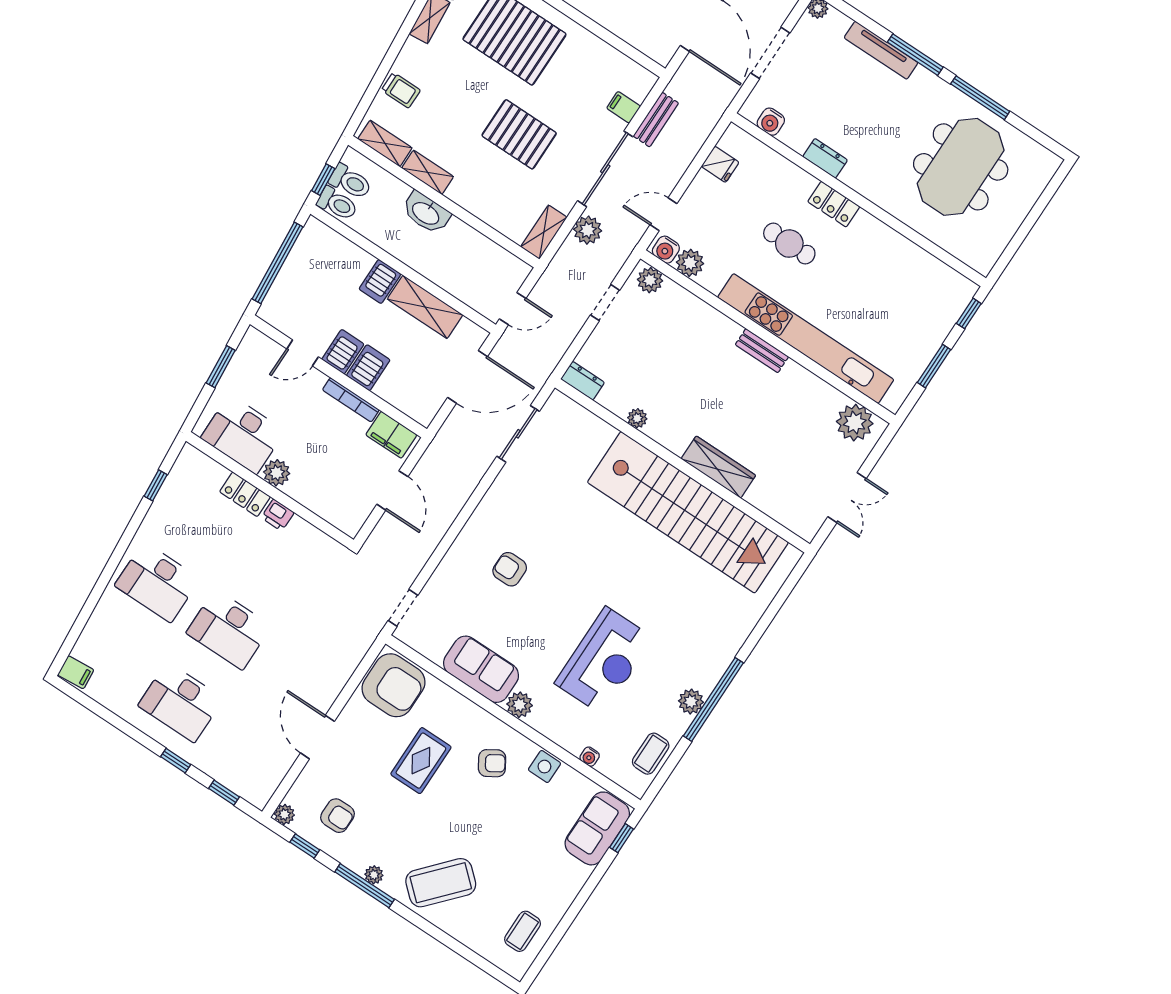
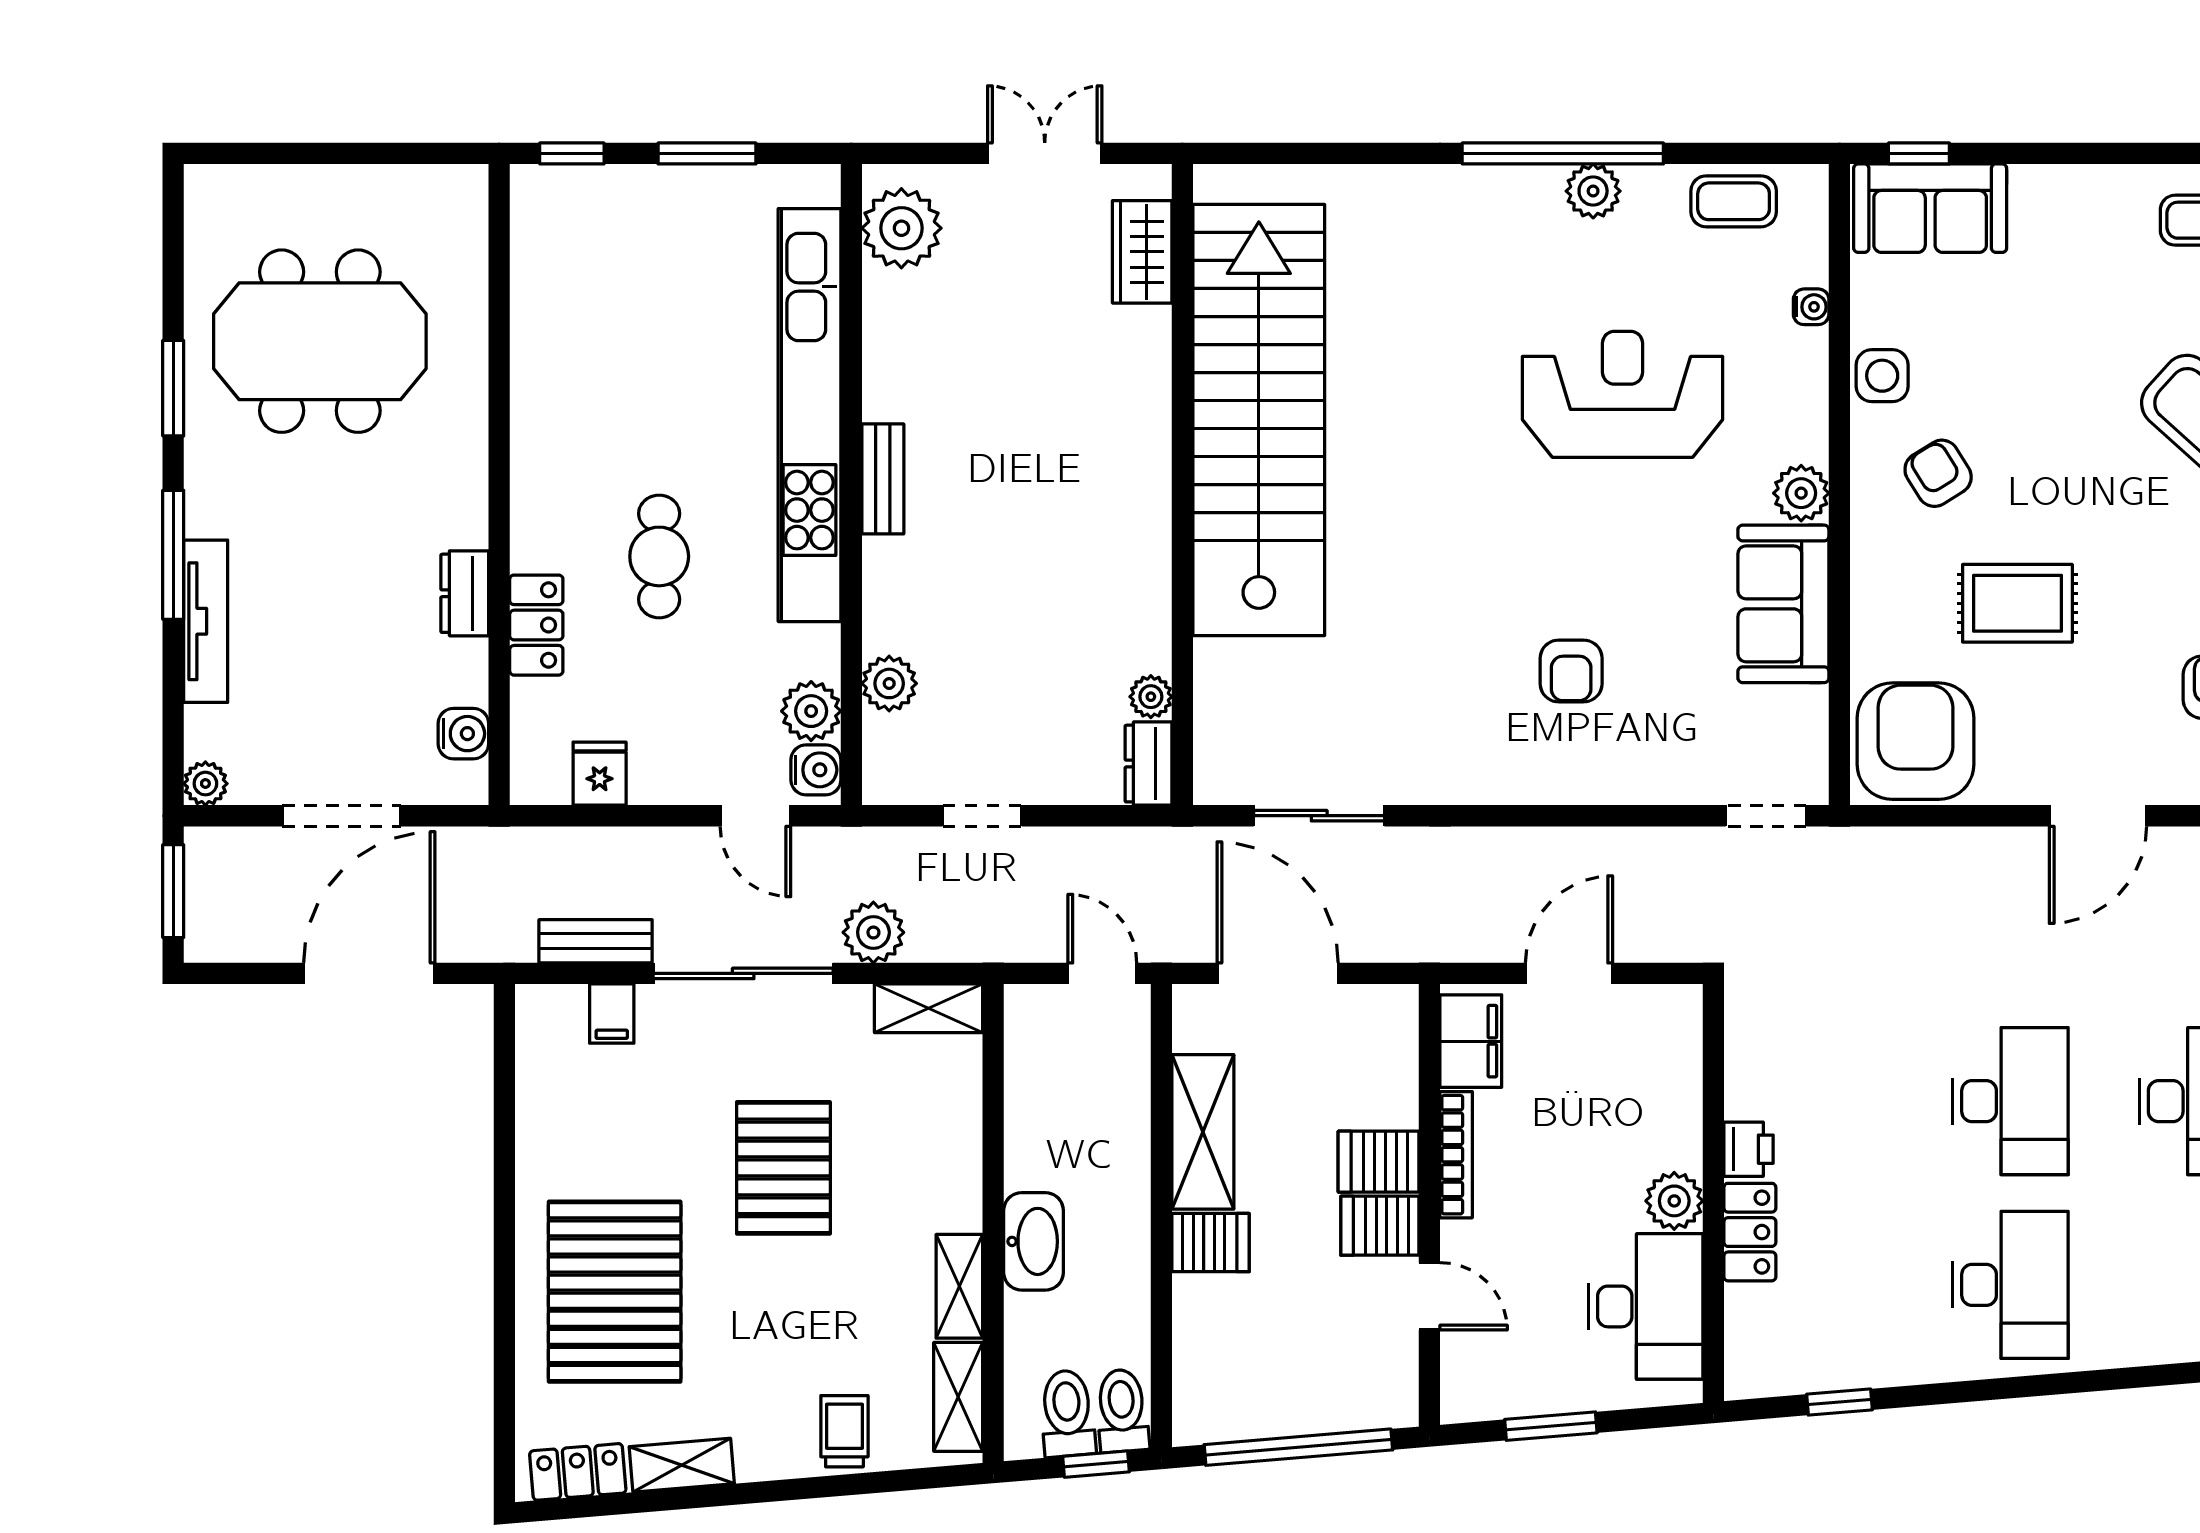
window: (980, 98) -> (173, 388), width x0.69
locker: (834, 204) -> (536, 625), moved
plant: (650, 280) -> (889, 683), moved
plant: (637, 418) -> (1151, 697), moved
wardrobe: (718, 467) -> (1142, 252), moved, width x0.67

